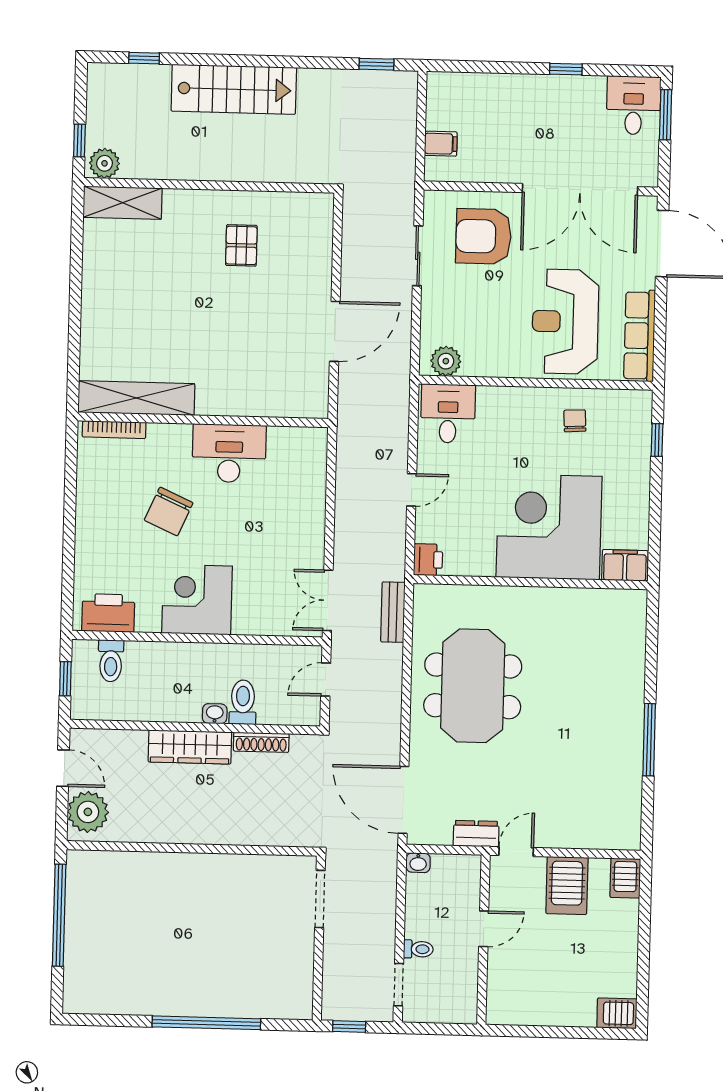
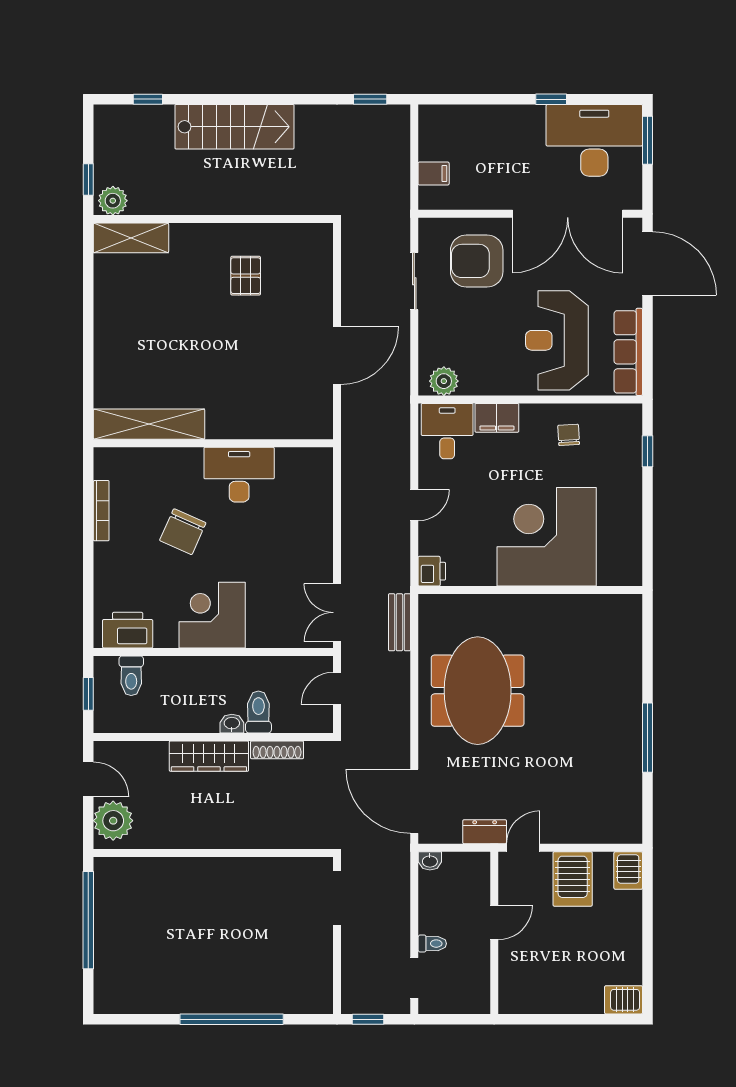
desk: (633, 105) -> (594, 140), width x1.87, depth x1.30
bookcase: (114, 430) -> (101, 511), moved, turned -90
filing cabinet: (625, 565) -> (497, 418), moved, turned 180

